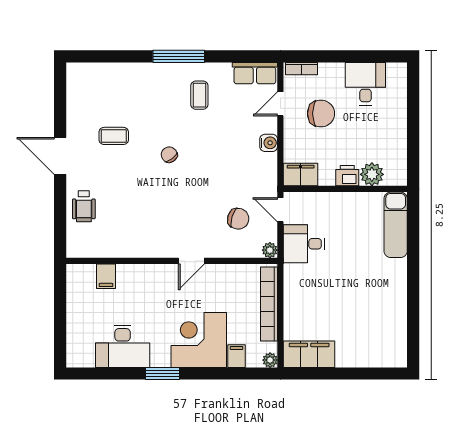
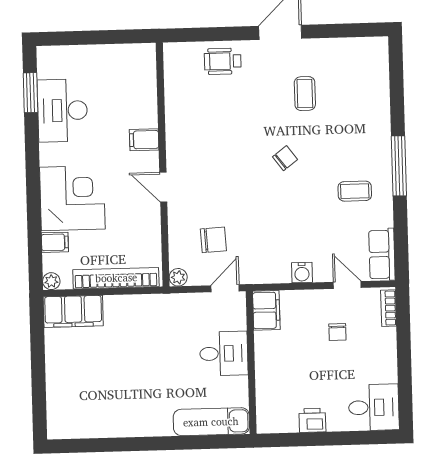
desk: (365, 84) -> (374, 407), moved
chair: (321, 114) -> (337, 332), width x0.54, depth x0.54
plant: (372, 174) -> (269, 393), removed
printer: (347, 176) -> (312, 420), moved, turned -90
chair: (238, 219) -> (213, 240), turned -110
desk: (304, 244) -> (224, 354), moved, turned 90
filing cabinet: (106, 276) -> (144, 140), moved
filing cabinet: (309, 354) -> (73, 311), moved, turned 90
window: (163, 374) -> (31, 93), moved

